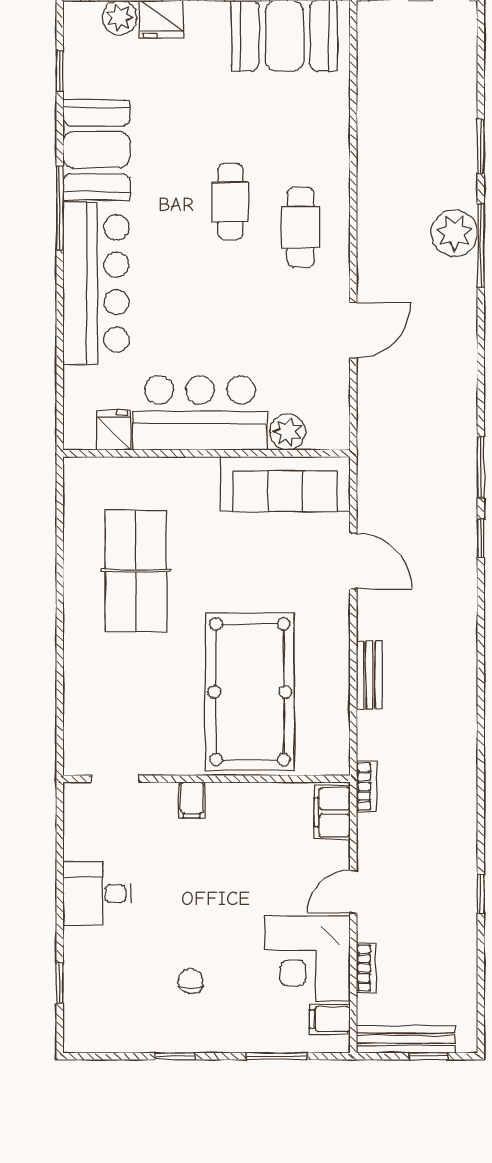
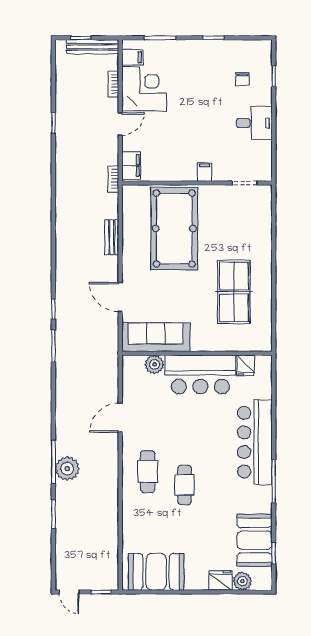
booth: (96, 150) -> (255, 540), moved
chair: (191, 981) -> (242, 79), moved

